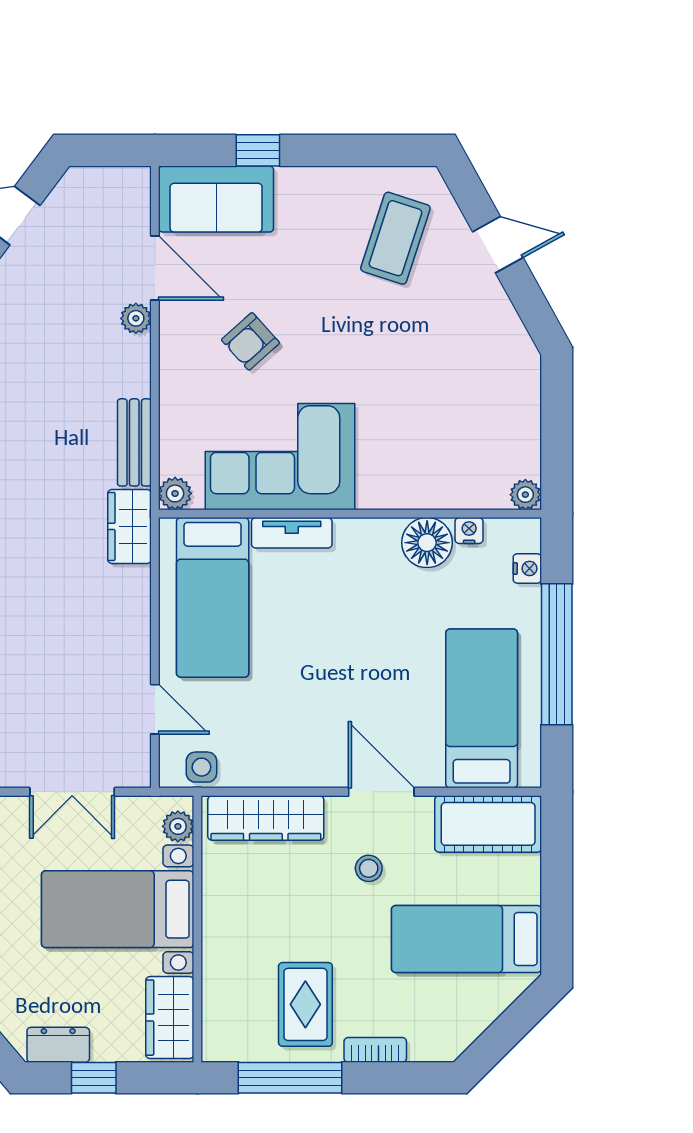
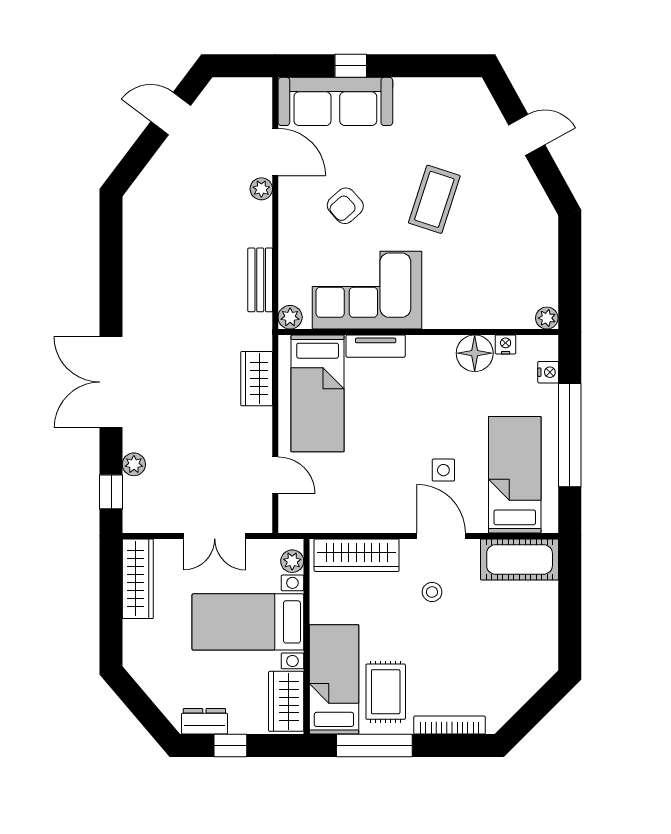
sofa: (216, 199) -> (335, 101), width x1.36
coffee table: (395, 238) -> (434, 199), moved
wardrobe: (129, 526) -> (257, 379), moved
side table: (201, 767) -> (443, 470), moved
bed: (466, 939) -> (334, 679), moved, turned 90
bookcase: (375, 1050) -> (450, 725), width x1.56

